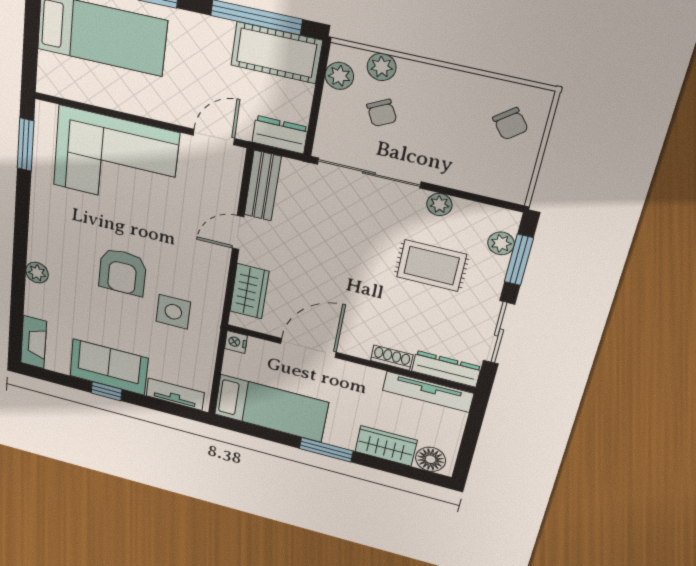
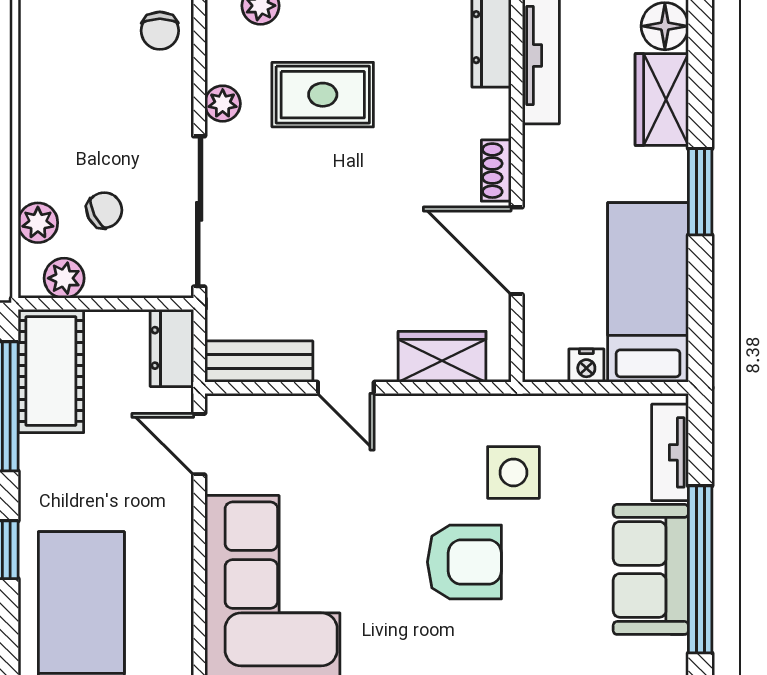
chair: (510, 124) -> (160, 31), moved, turned 128
rug: (431, 266) -> (323, 95), turned 90
nightstand: (236, 342) -> (586, 366), moved
shoe rack: (392, 358) -> (496, 171), moved
window: (107, 391) -> (700, 569), width x3.17

